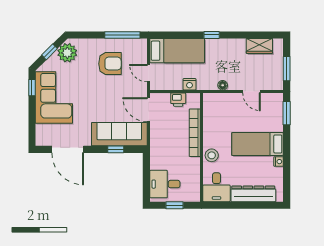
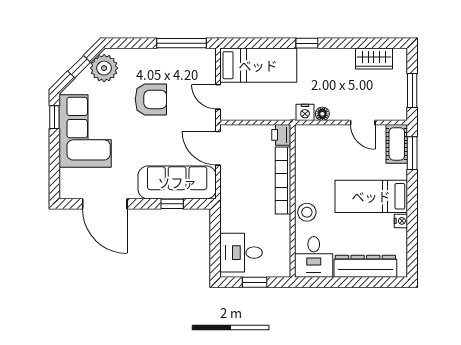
armchair: (110, 64) -> (151, 99), moved
nightstand: (190, 84) -> (305, 112), moved
printer: (178, 100) -> (281, 135), moved, turned 90
cot: (276, 107) -> (397, 144), added

